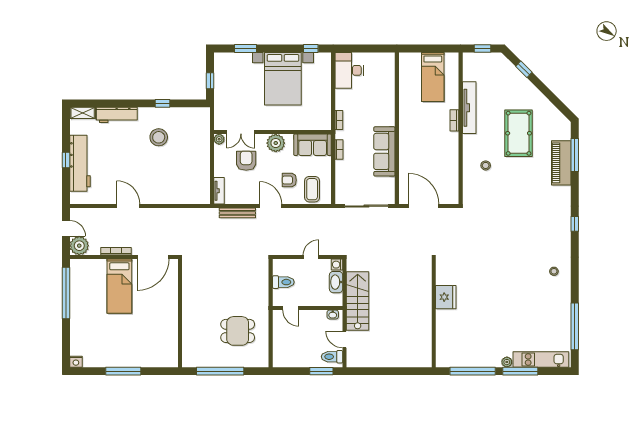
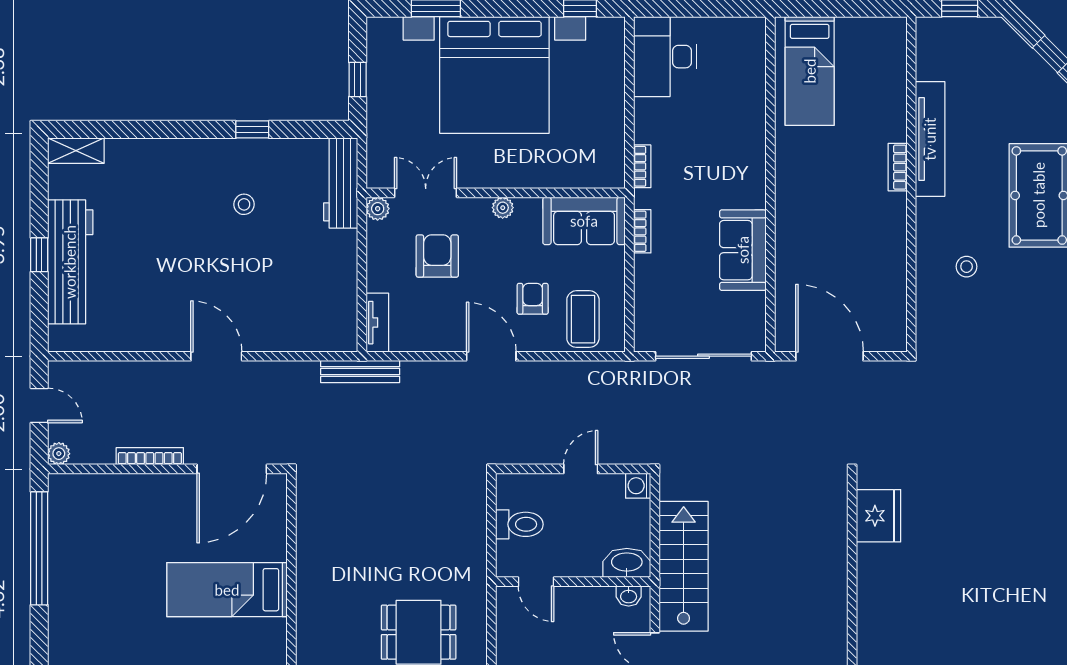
bed: (433, 77) -> (810, 71), moved
bed with nightstands: (283, 79) -> (494, 75), width x1.36
workbench: (117, 115) -> (341, 183), moved, turned 90
double door: (241, 132) -> (426, 193), swing flipped
stool: (159, 137) -> (244, 204), width x0.53, depth x0.53
plant: (276, 143) -> (503, 208), width x0.53, depth x0.53
sofa: (384, 151) -> (743, 250), width x0.73
armchair: (289, 180) -> (533, 299), turned 90
door: (128, 206) -> (216, 356), moved
bench: (237, 213) -> (360, 372), moved
plant: (79, 246) -> (59, 454), width x0.53, depth x0.53
washbasin: (336, 282) -> (627, 563), moved, turned 90
bed: (119, 286) -> (227, 590), moved, turned 90
fridge: (446, 297) -> (878, 516), moved

